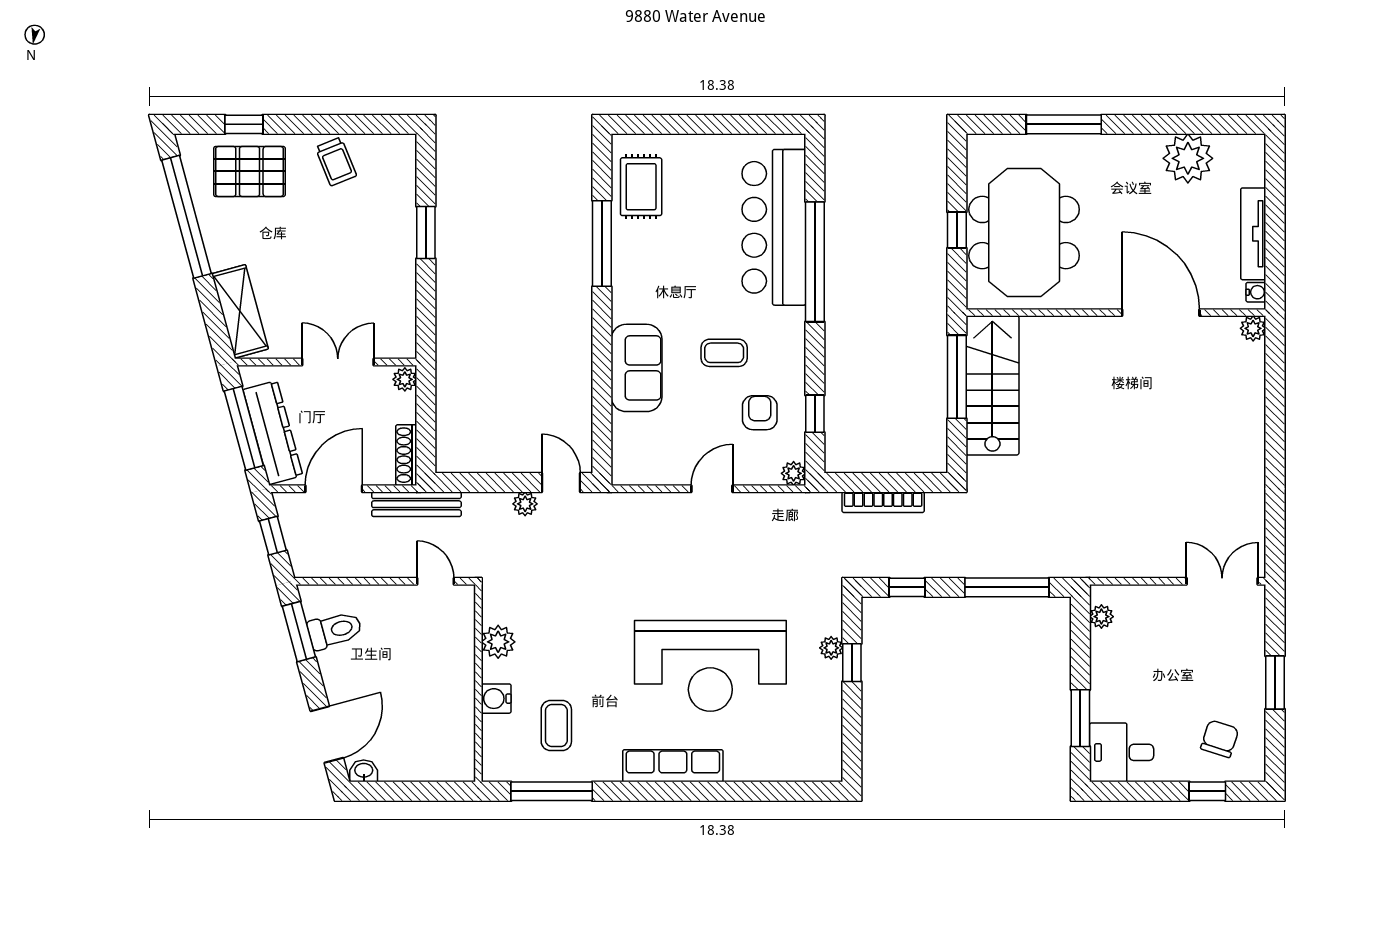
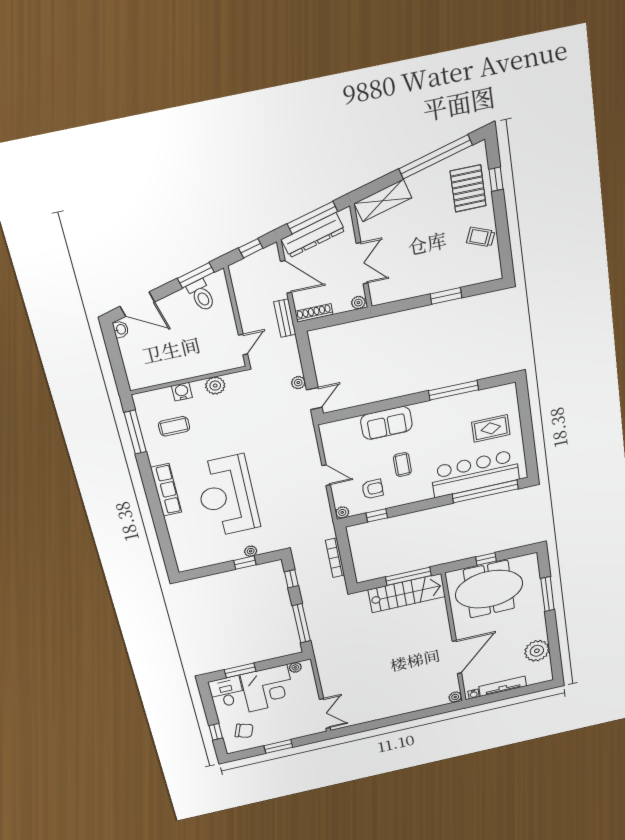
trolley: (336, 162) -> (481, 237), turned 44
rug: (641, 187) -> (491, 428), moved
window: (815, 262) -> (485, 491), moved
bench: (416, 504) -> (285, 318), width x0.73
corner desk: (1135, 676) -> (268, 688), added

